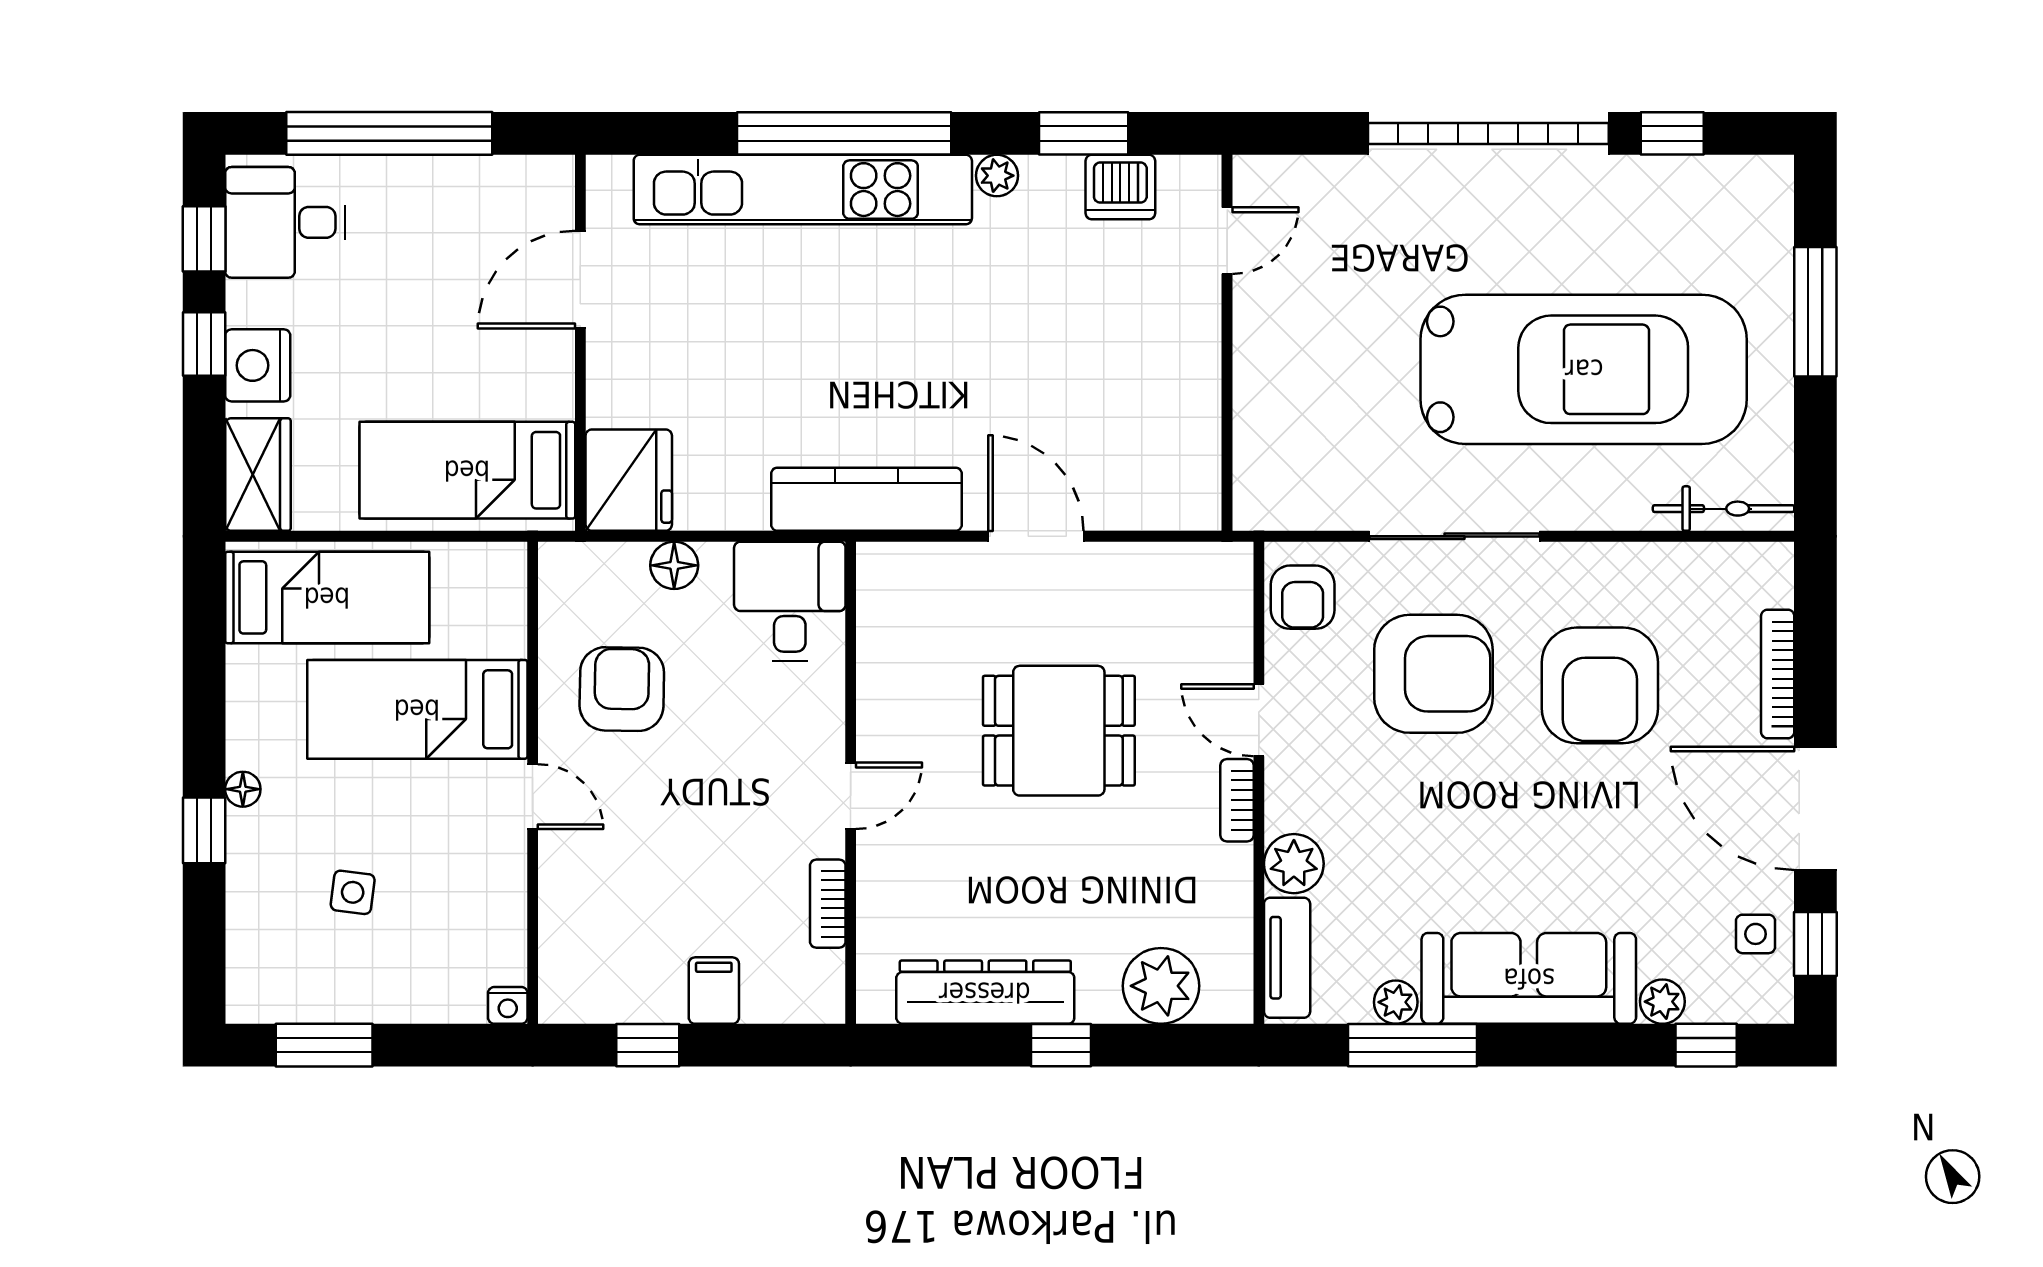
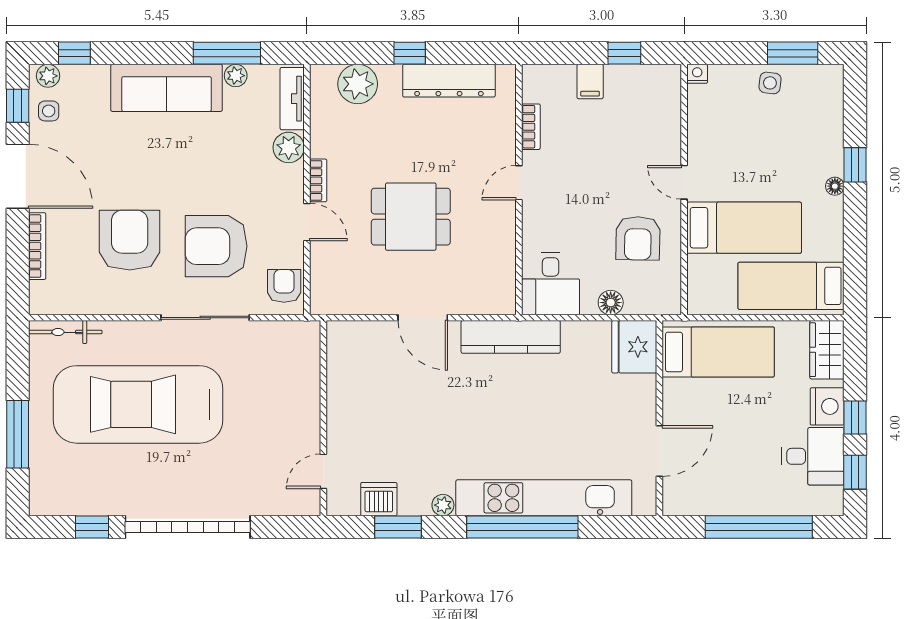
desk: (285, 222) -> (813, 456), moved
side table: (353, 892) -> (770, 83), moved
plant: (1662, 1002) -> (48, 76), moved

